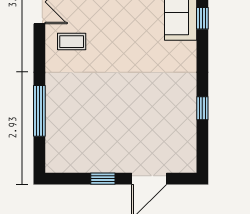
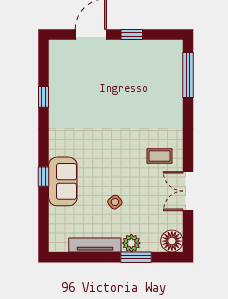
window: (39, 111) -> (188, 75), moved

